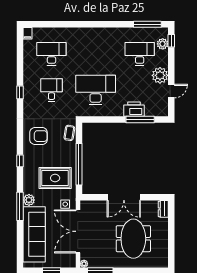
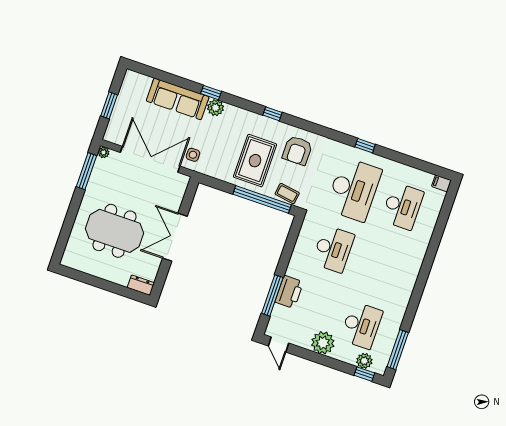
desk: (51, 90) -> (354, 189), width x1.87, depth x1.30
desk: (96, 90) -> (333, 249), width x0.73, depth x0.77
door: (171, 91) -> (279, 345), moved
window: (79, 164) -> (262, 199), moved
rug: (55, 178) -> (255, 161), moved
window: (20, 206) -> (211, 93), width x0.46
sofa: (34, 234) -> (178, 99), width x0.74, depth x0.79

